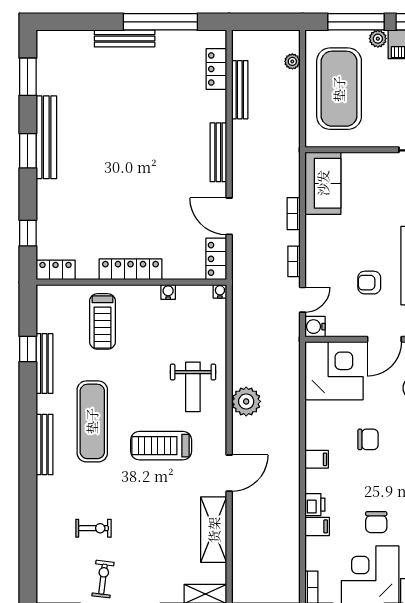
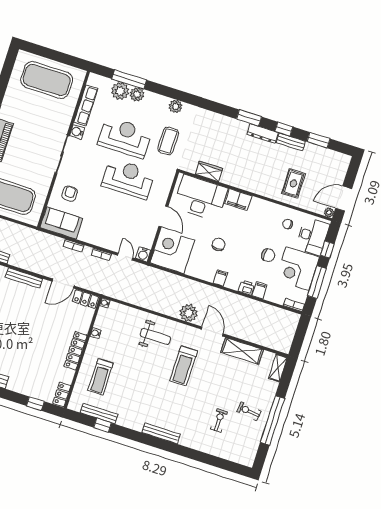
armchair: (369, 283) -> (70, 194), moved, turned 180
treadmill: (102, 321) -> (101, 377), turned 90
bench: (44, 364) -> (99, 413), moved
plant: (246, 401) -> (189, 313), moved
exercise mat: (92, 421) -> (157, 401), removed
exercise bike: (103, 579) -> (249, 411), moved

